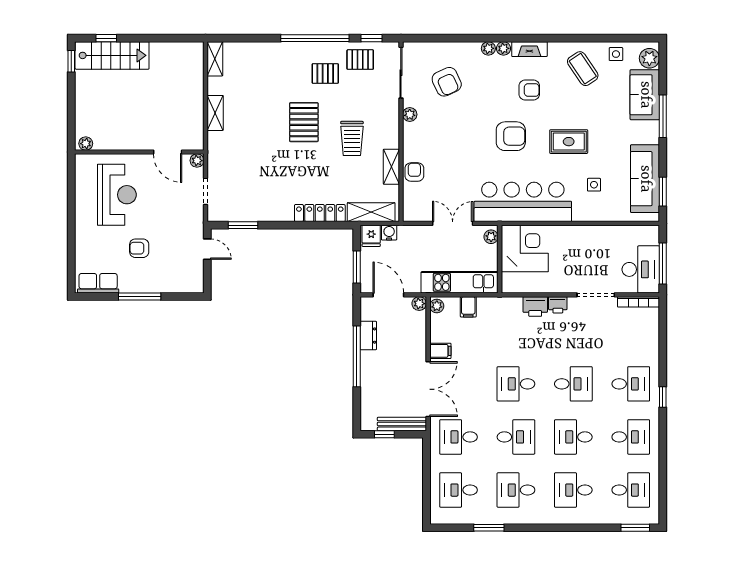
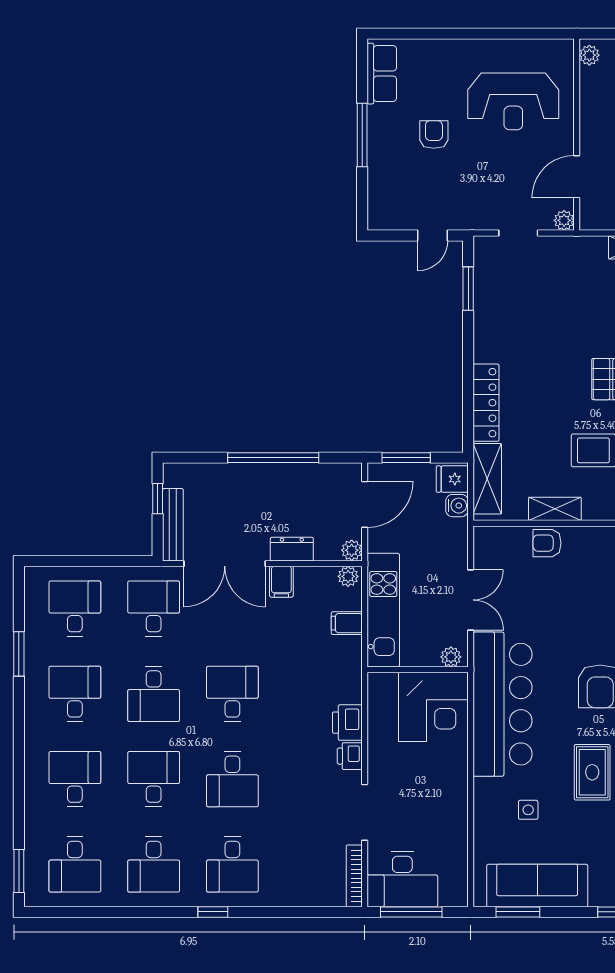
armchair: (414, 172) -> (547, 543), turned 180
dresser: (368, 336) -> (292, 549), moved, turned 180

